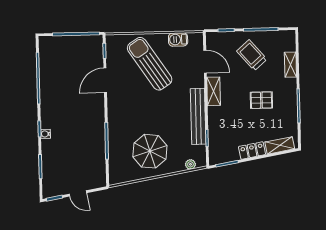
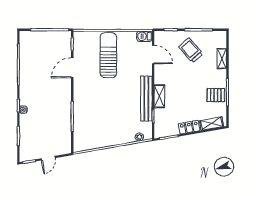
barbecue: (178, 39) -> (144, 36), moved
sun lounger: (150, 64) -> (108, 55), turned 34
shelving: (214, 91) -> (159, 96), moved
pallet: (261, 100) -> (216, 95), moved
parasol: (150, 151) -> (107, 126), removed
door: (78, 193) -> (48, 158), hinge flipped

